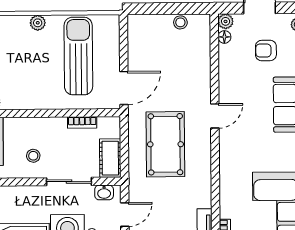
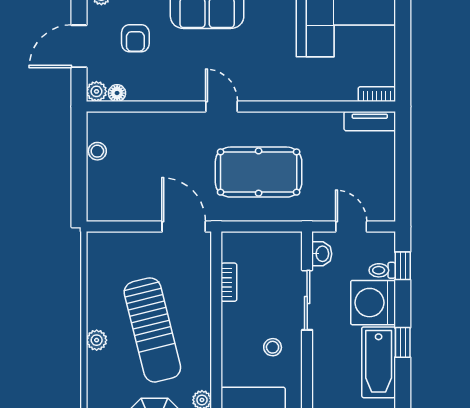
sun lounger: (78, 56) -> (152, 330), moved, turned -104
cot: (110, 158) -> (276, 245), removed

